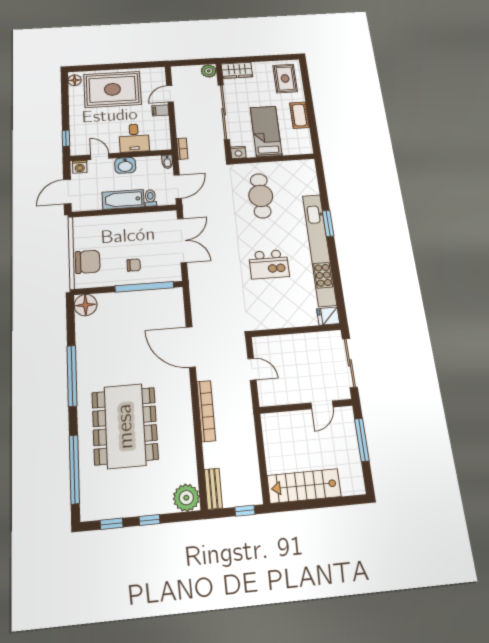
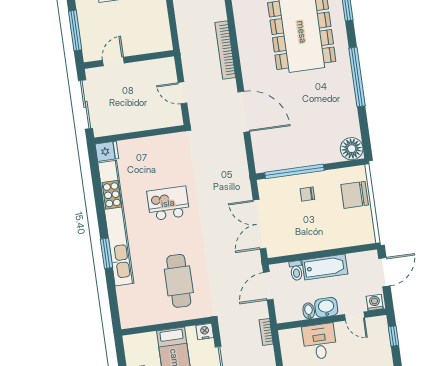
bidet: (167, 162) -> (309, 311), moved

